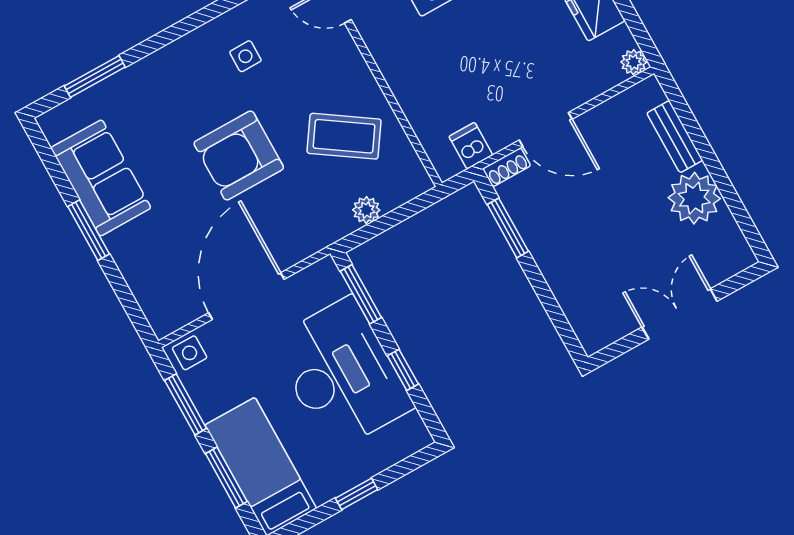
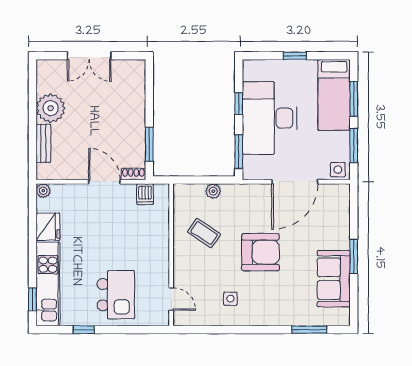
coffee table: (344, 136) -> (204, 233), width x0.73, depth x0.77

